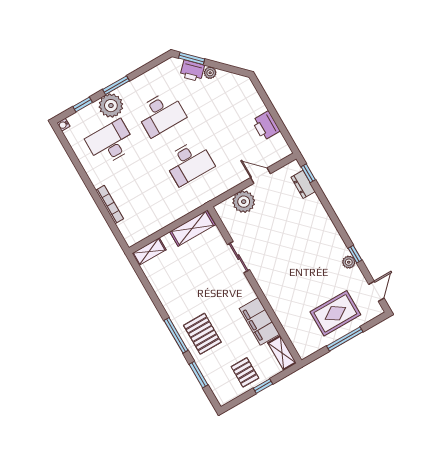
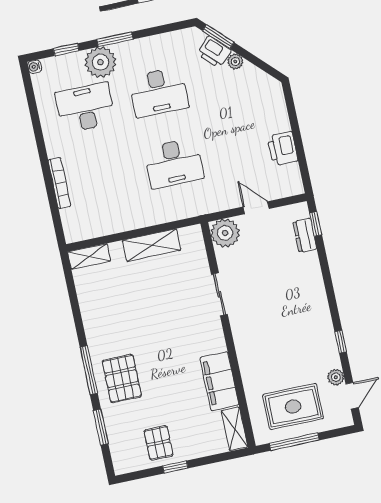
sliding door: (239, 257) -> (219, 294), moved
plant: (349, 262) -> (336, 377), moved
wall: (255, 285) -> (228, 335), moved
filing cabinet: (259, 321) -> (219, 381), moved
shelving: (282, 353) -> (235, 429), moved

